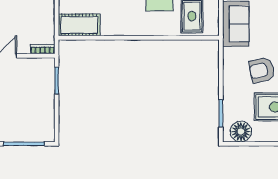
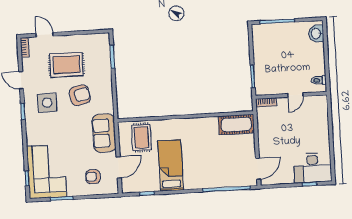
floor lamp: (241, 132) -> (94, 42), removed

